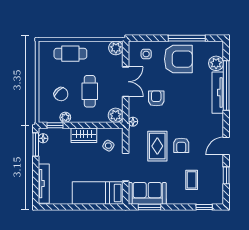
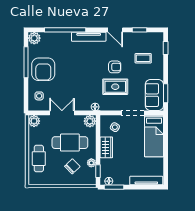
armchair: (178, 59) -> (43, 69), turned 180
plant: (216, 63) -> (34, 38), moved
cafe table: (90, 91) -> (70, 143), width x1.37, depth x1.35
tv unit: (218, 93) -> (89, 37), moved
armchair: (156, 98) -> (76, 88), removed

